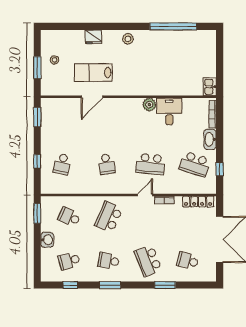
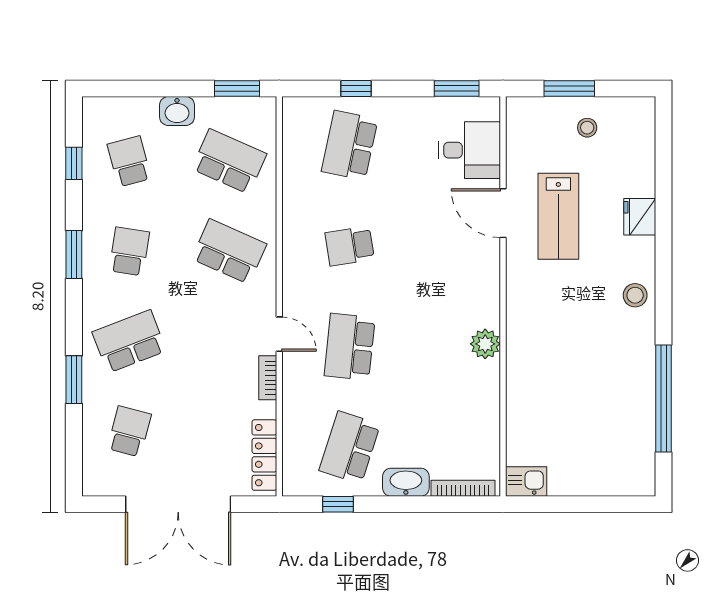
lab bench: (93, 73) -> (558, 216), turned 180
desk: (169, 111) -> (470, 150), moved
school desk: (62, 164) -> (350, 145), width x1.85
school desk: (69, 217) -> (229, 161), width x1.85

